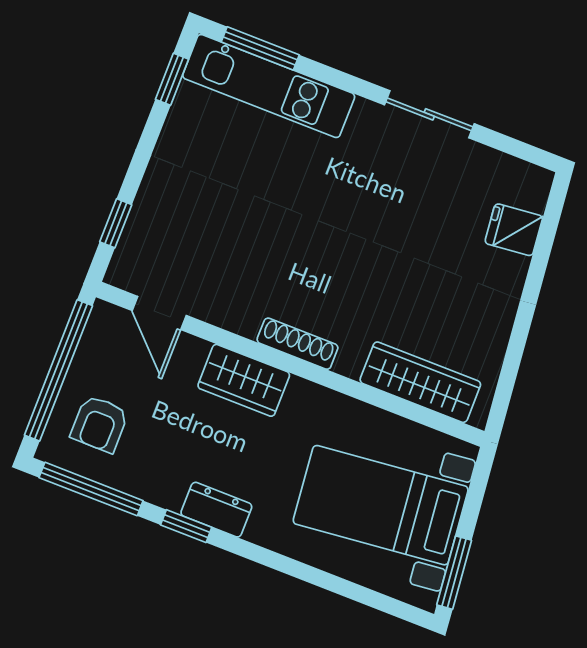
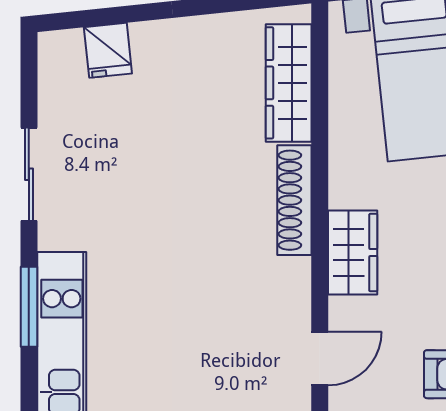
window: (260, 48) -> (29, 307), moved
shoe rack: (297, 344) -> (294, 200), width x1.36, depth x1.24

